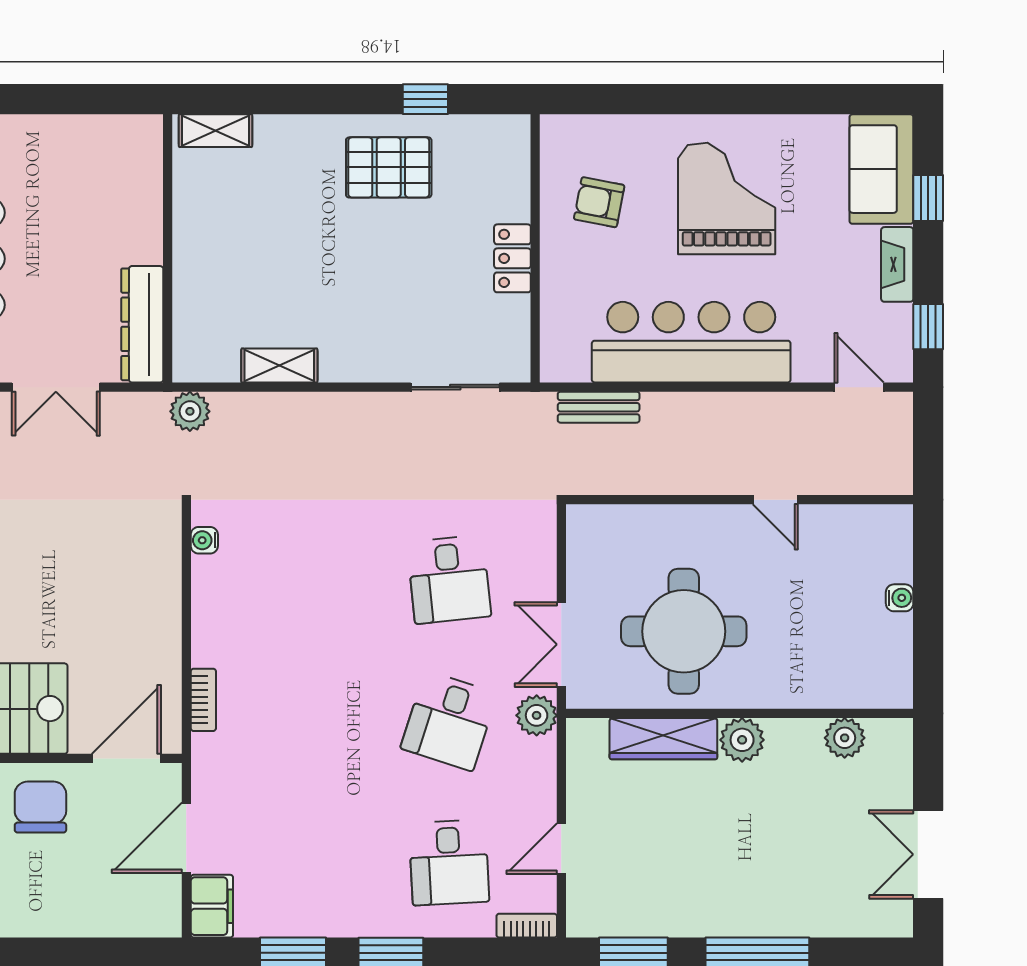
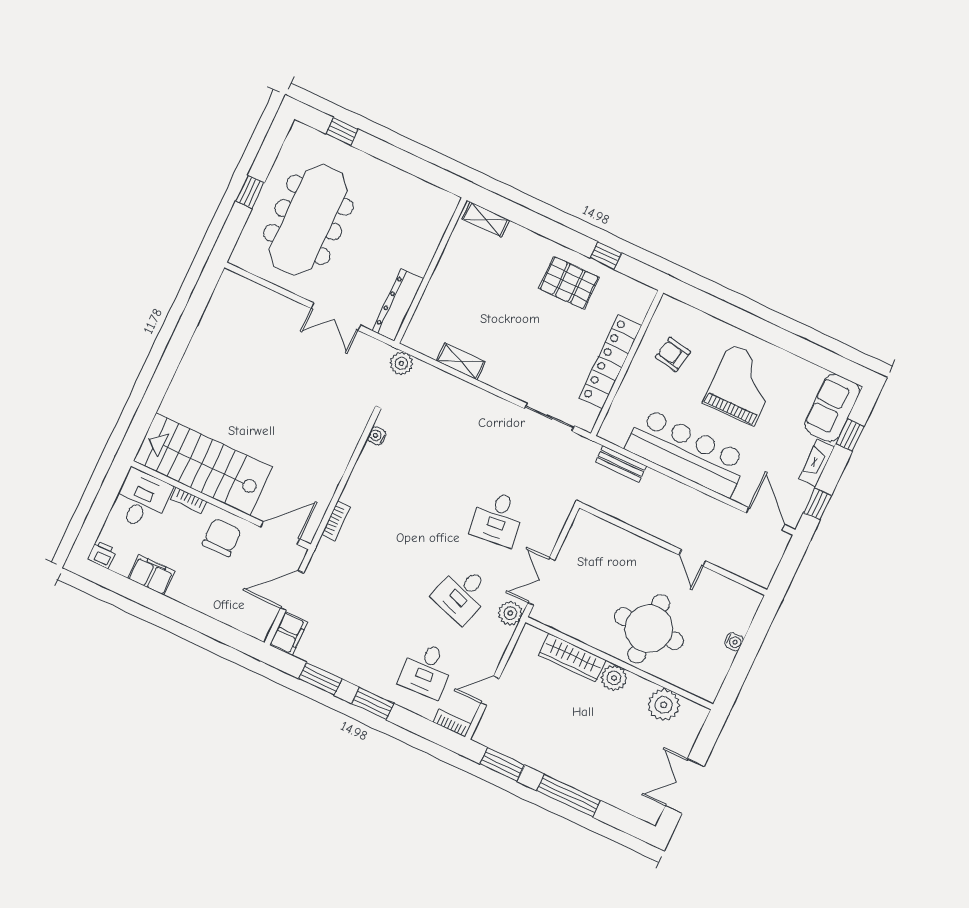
locker: (512, 258) -> (610, 362), width x2.16, depth x1.21
door: (859, 387) -> (765, 519), width x1.37
round table: (684, 631) -> (649, 629), moved
plant: (845, 738) -> (664, 705), width x1.36, depth x1.36

